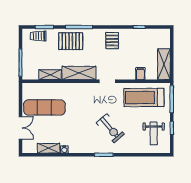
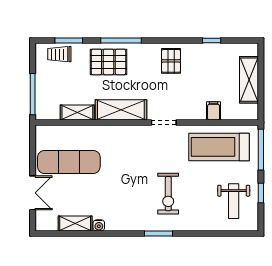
shelving: (164, 64) -> (249, 80), moved
exercise bike: (110, 128) -> (168, 194), turned 41

